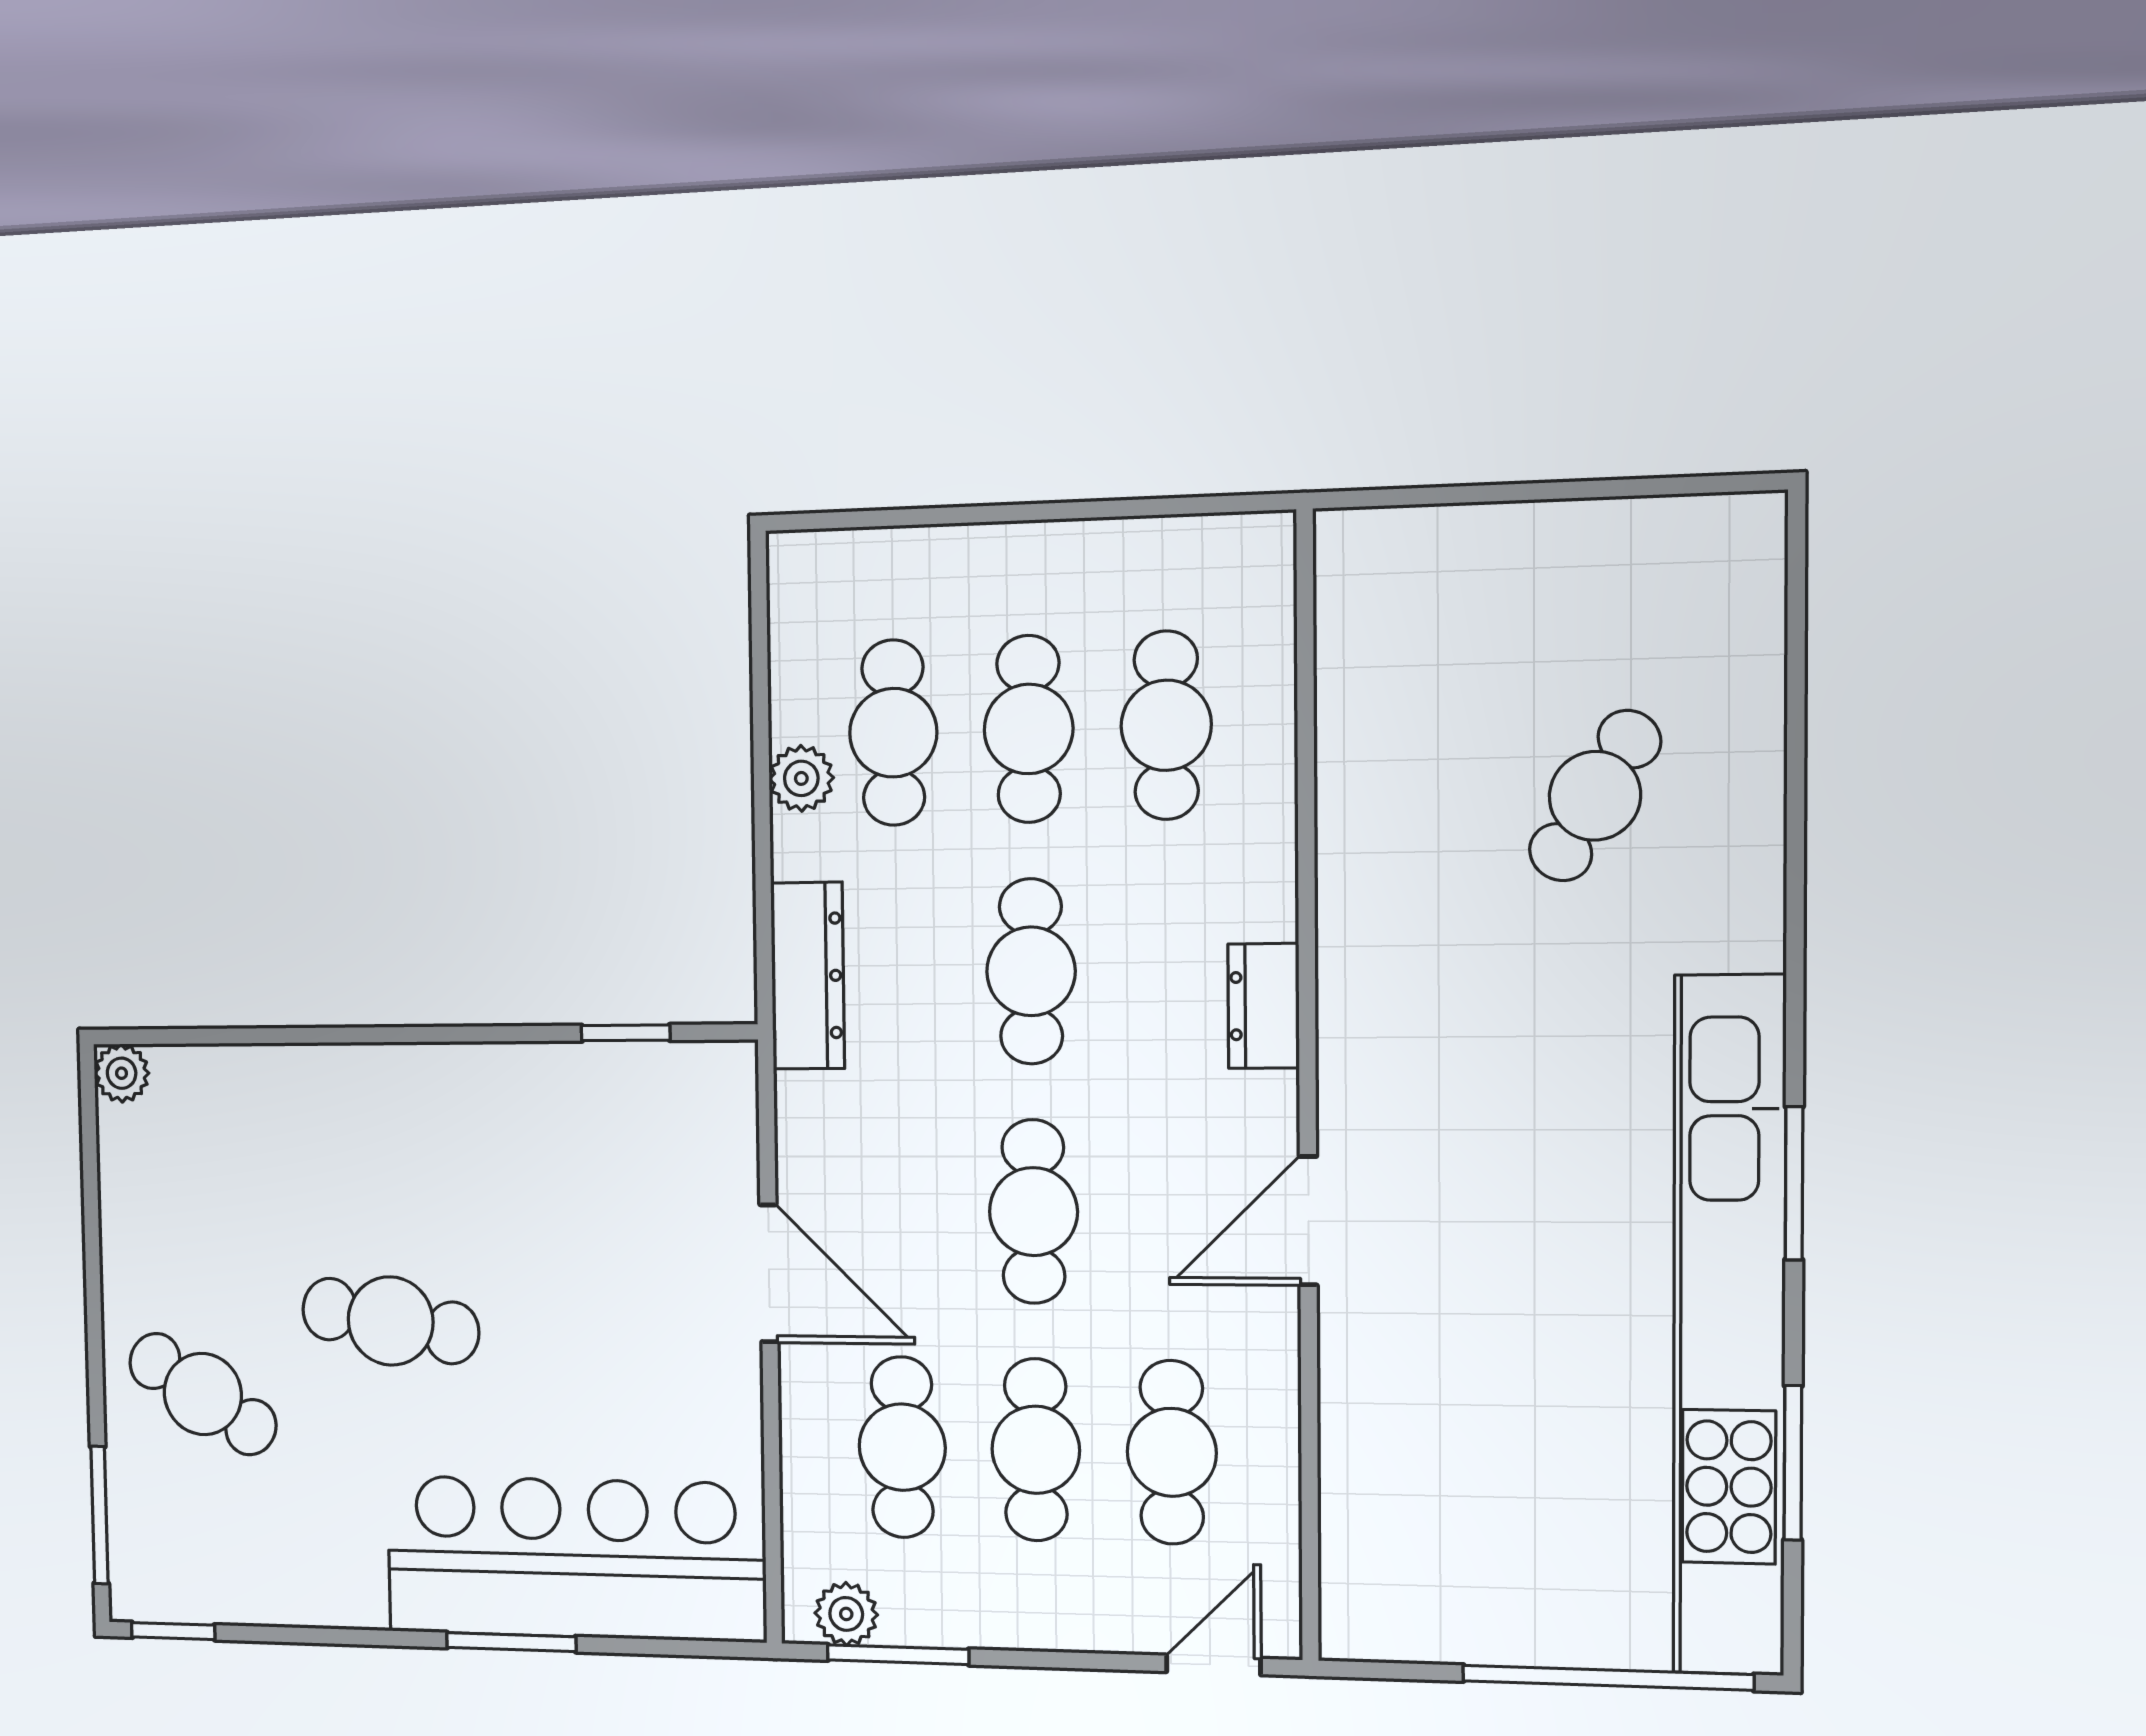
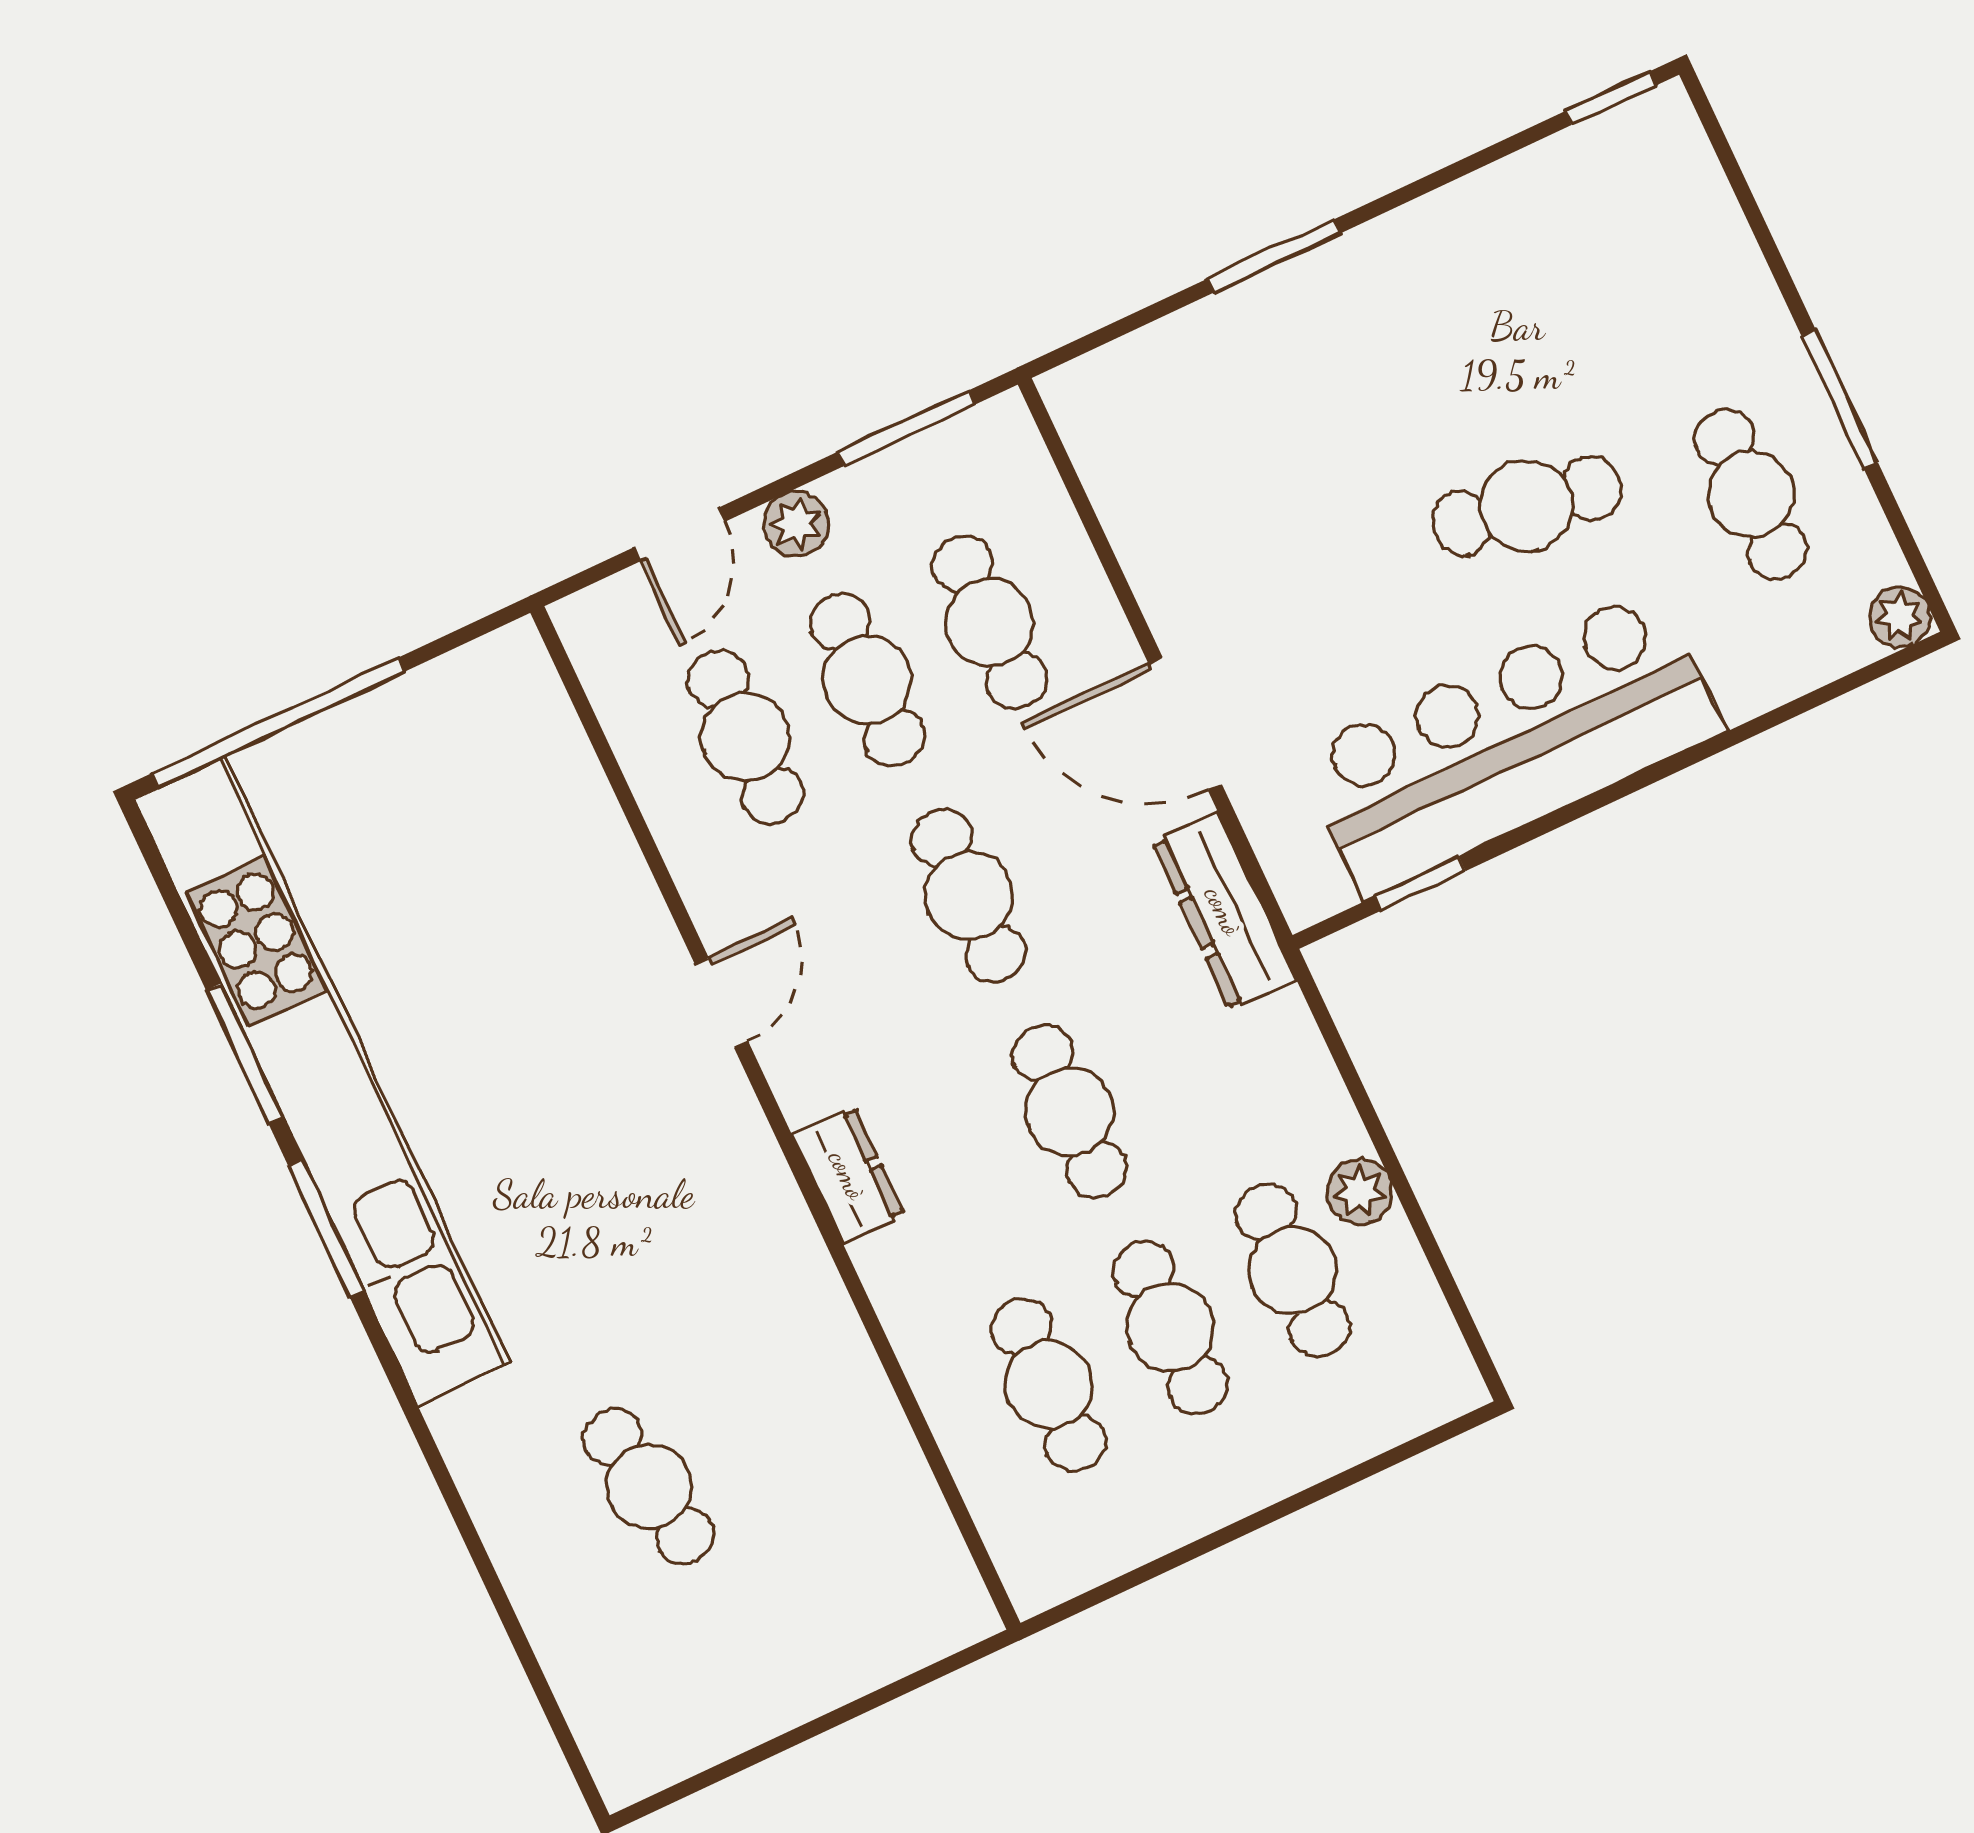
cafe table: (1595, 796) -> (649, 1486), turned -42
dresser: (808, 976) -> (1224, 911), moved
door: (1308, 1221) -> (721, 1003), width x0.73
cafe table: (203, 1394) -> (1751, 494), moved, turned 57
window: (1793, 1463) -> (244, 1054), moved
window: (99, 1515) -> (1840, 399), moved
bar counter: (575, 1558) -> (1511, 743), moved, turned 180
plant: (846, 1614) -> (796, 524), moved
door: (1213, 1665) -> (679, 534), moved

